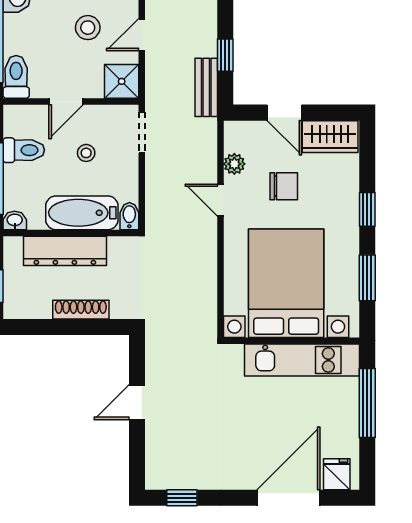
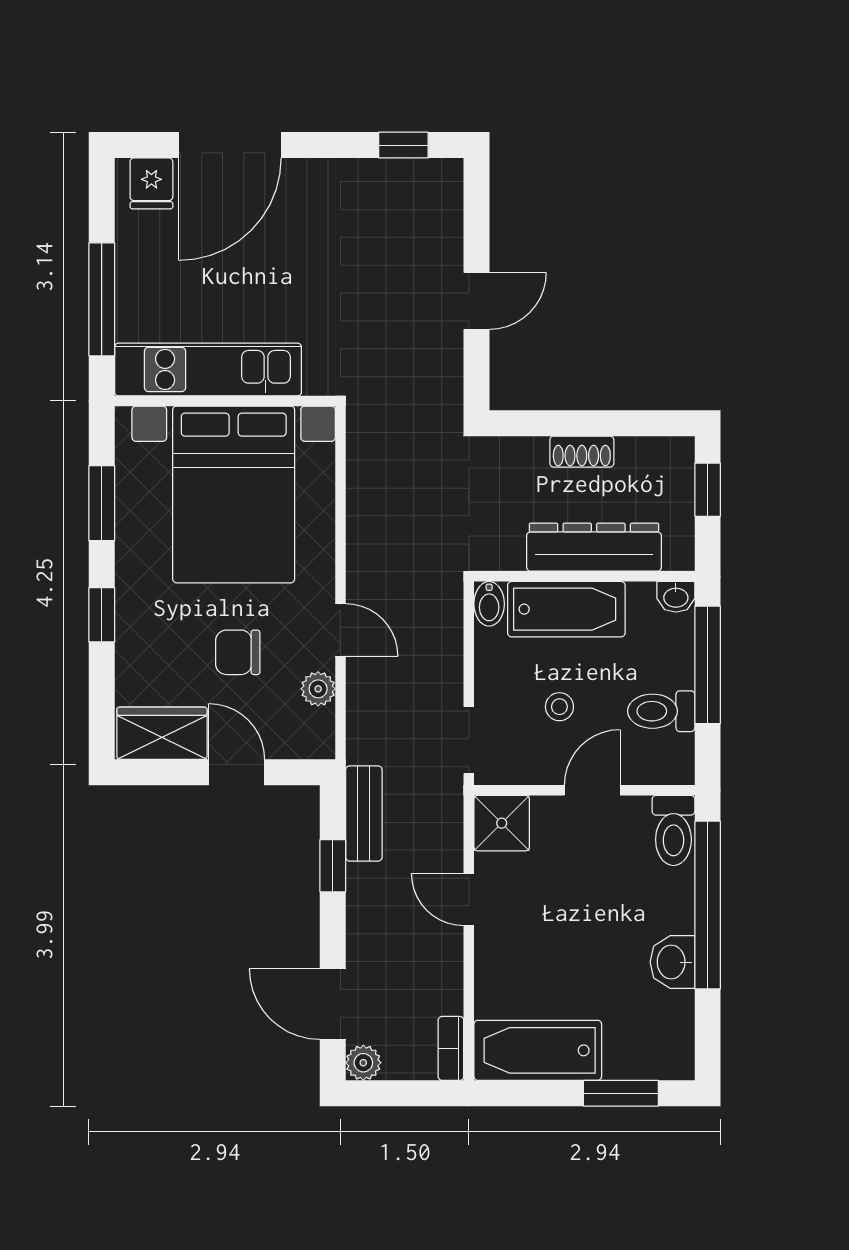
stool: (88, 28) -> (557, 911), removed
door: (142, 35) -> (469, 899), swing flipped
shoe rack: (81, 310) -> (582, 452), width x0.70

